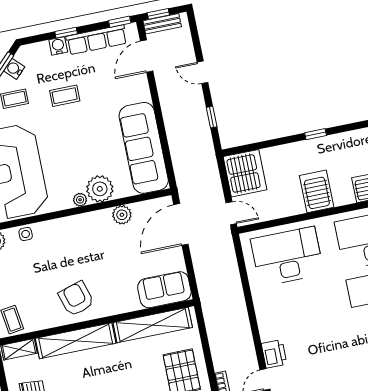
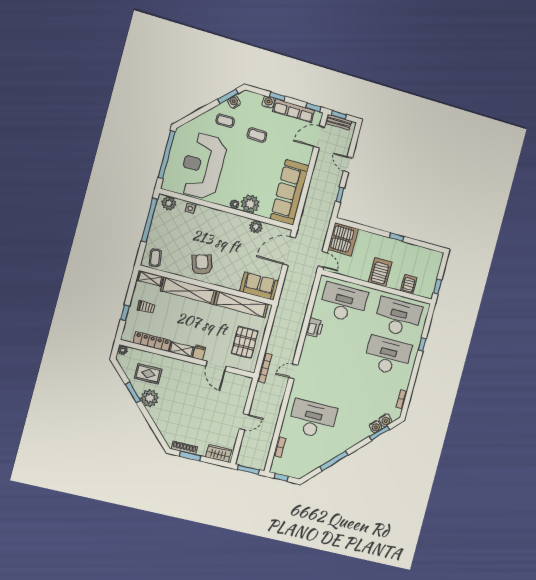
printer: (274, 354) -> (314, 328), moved

